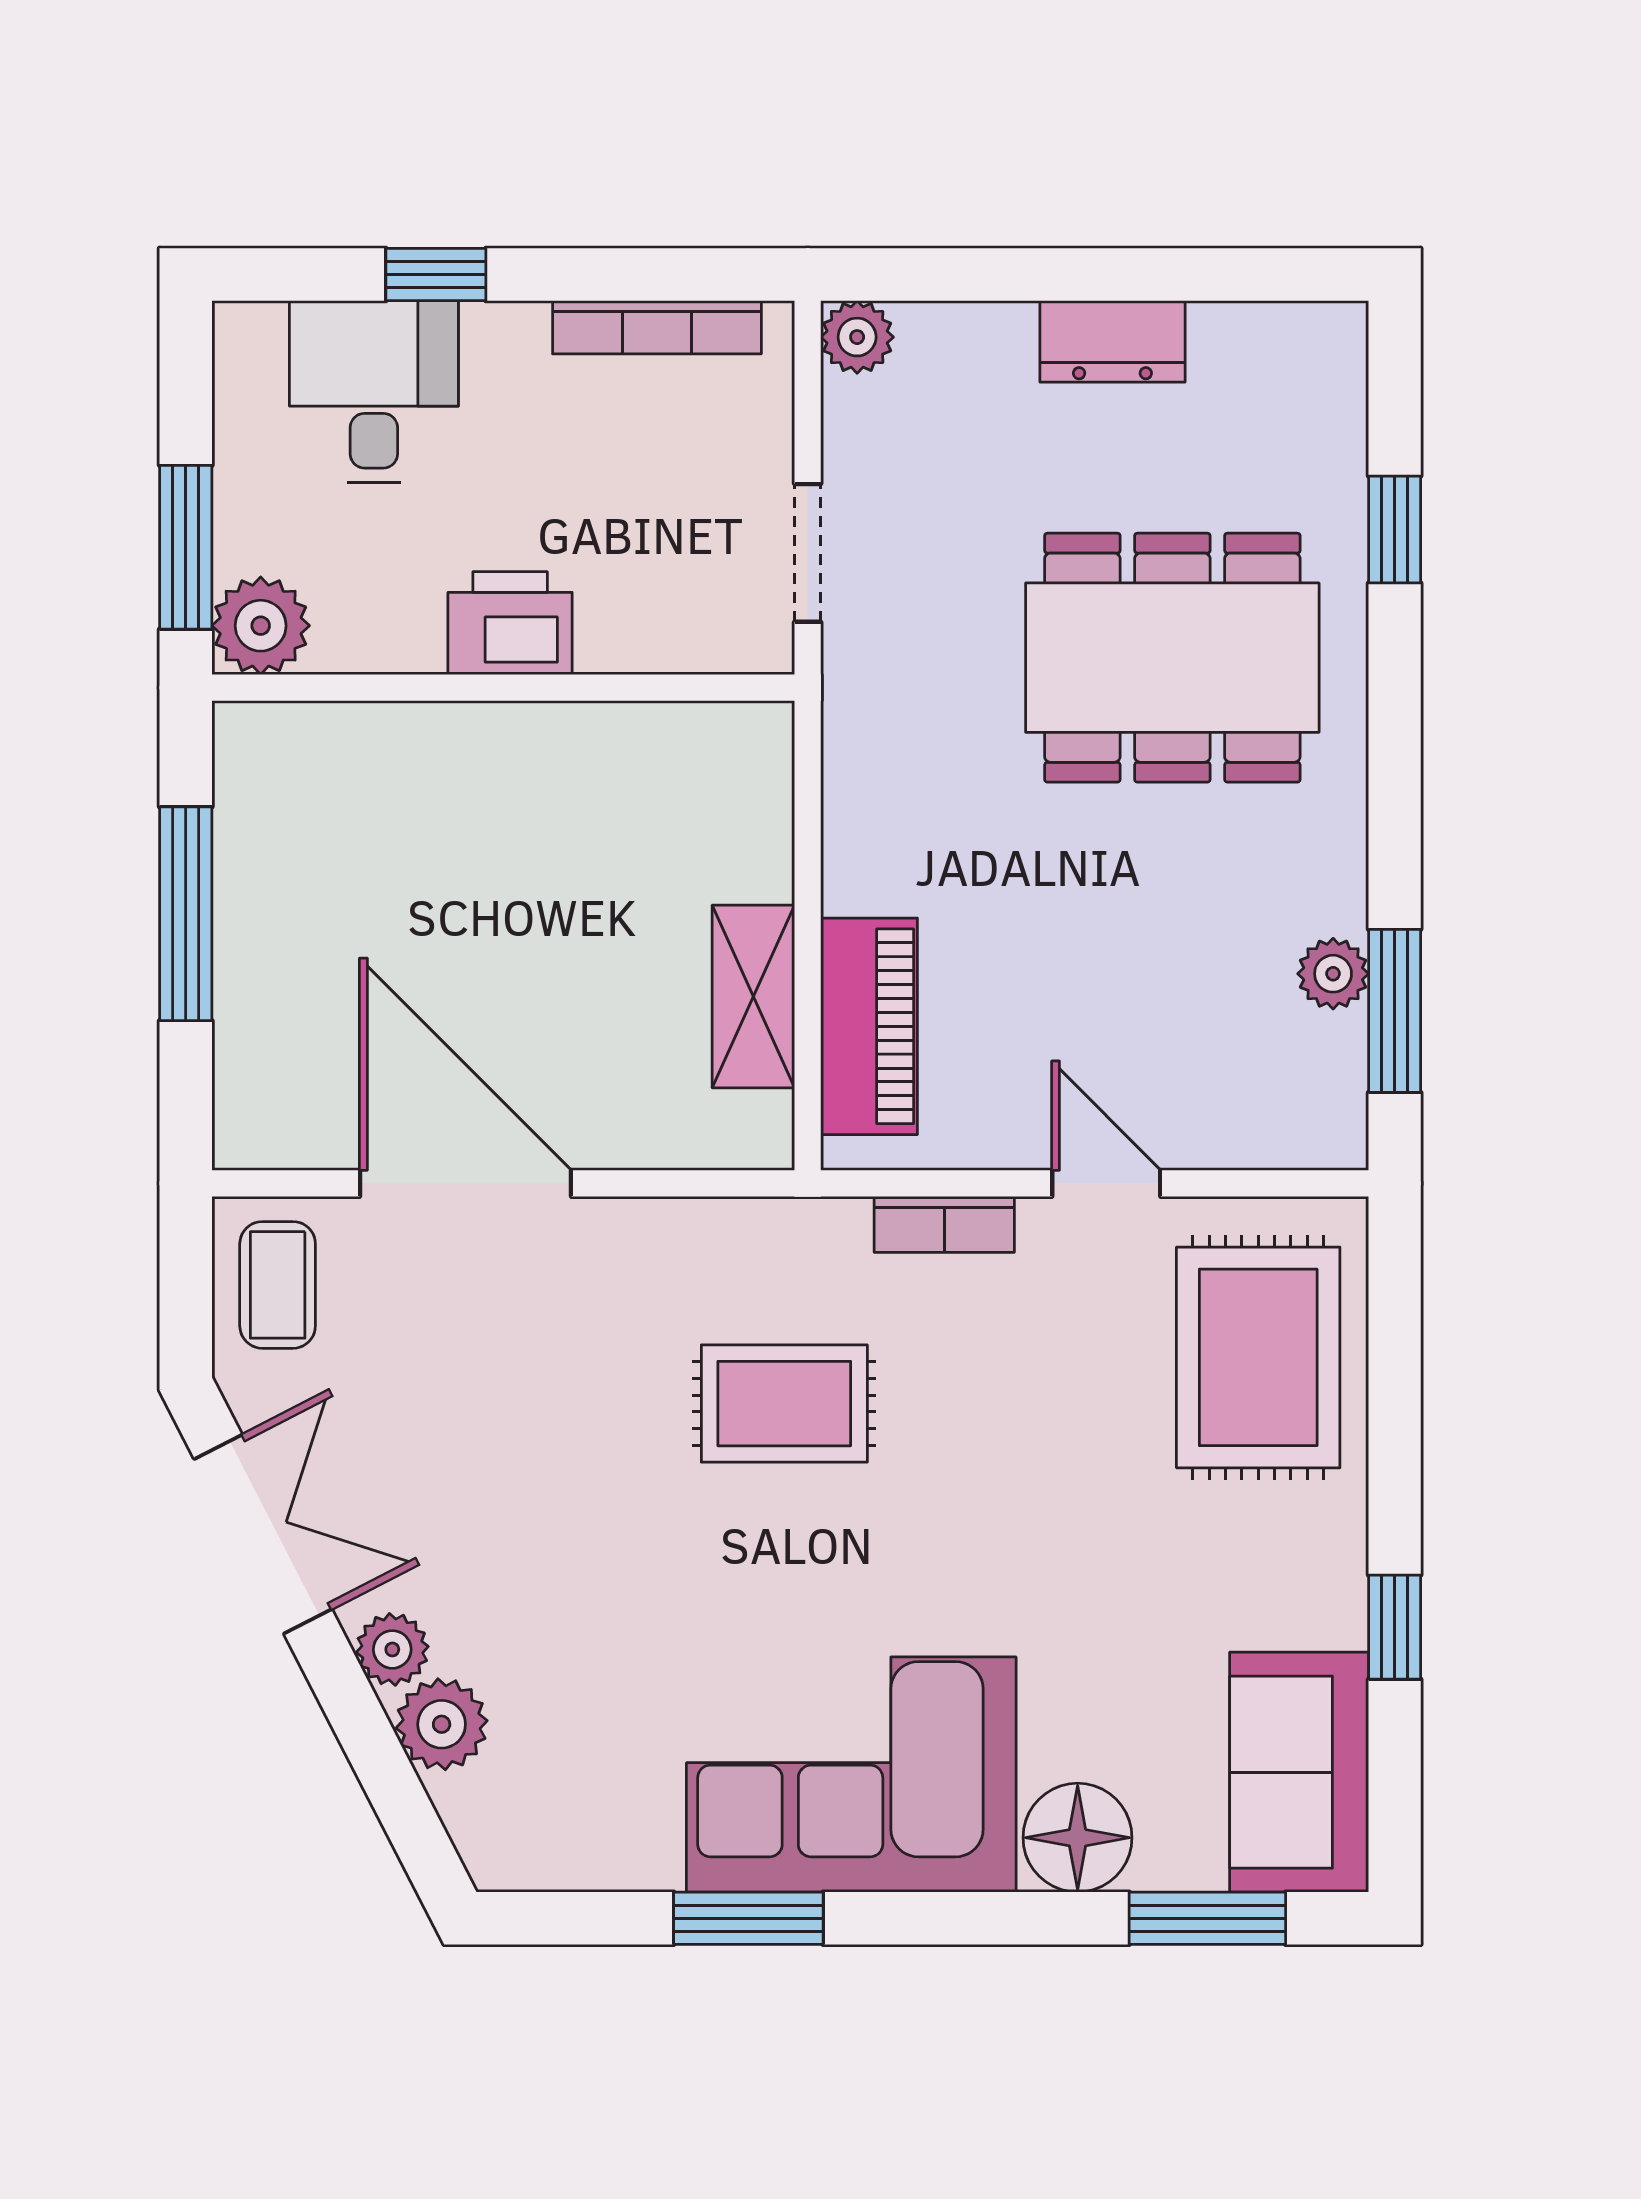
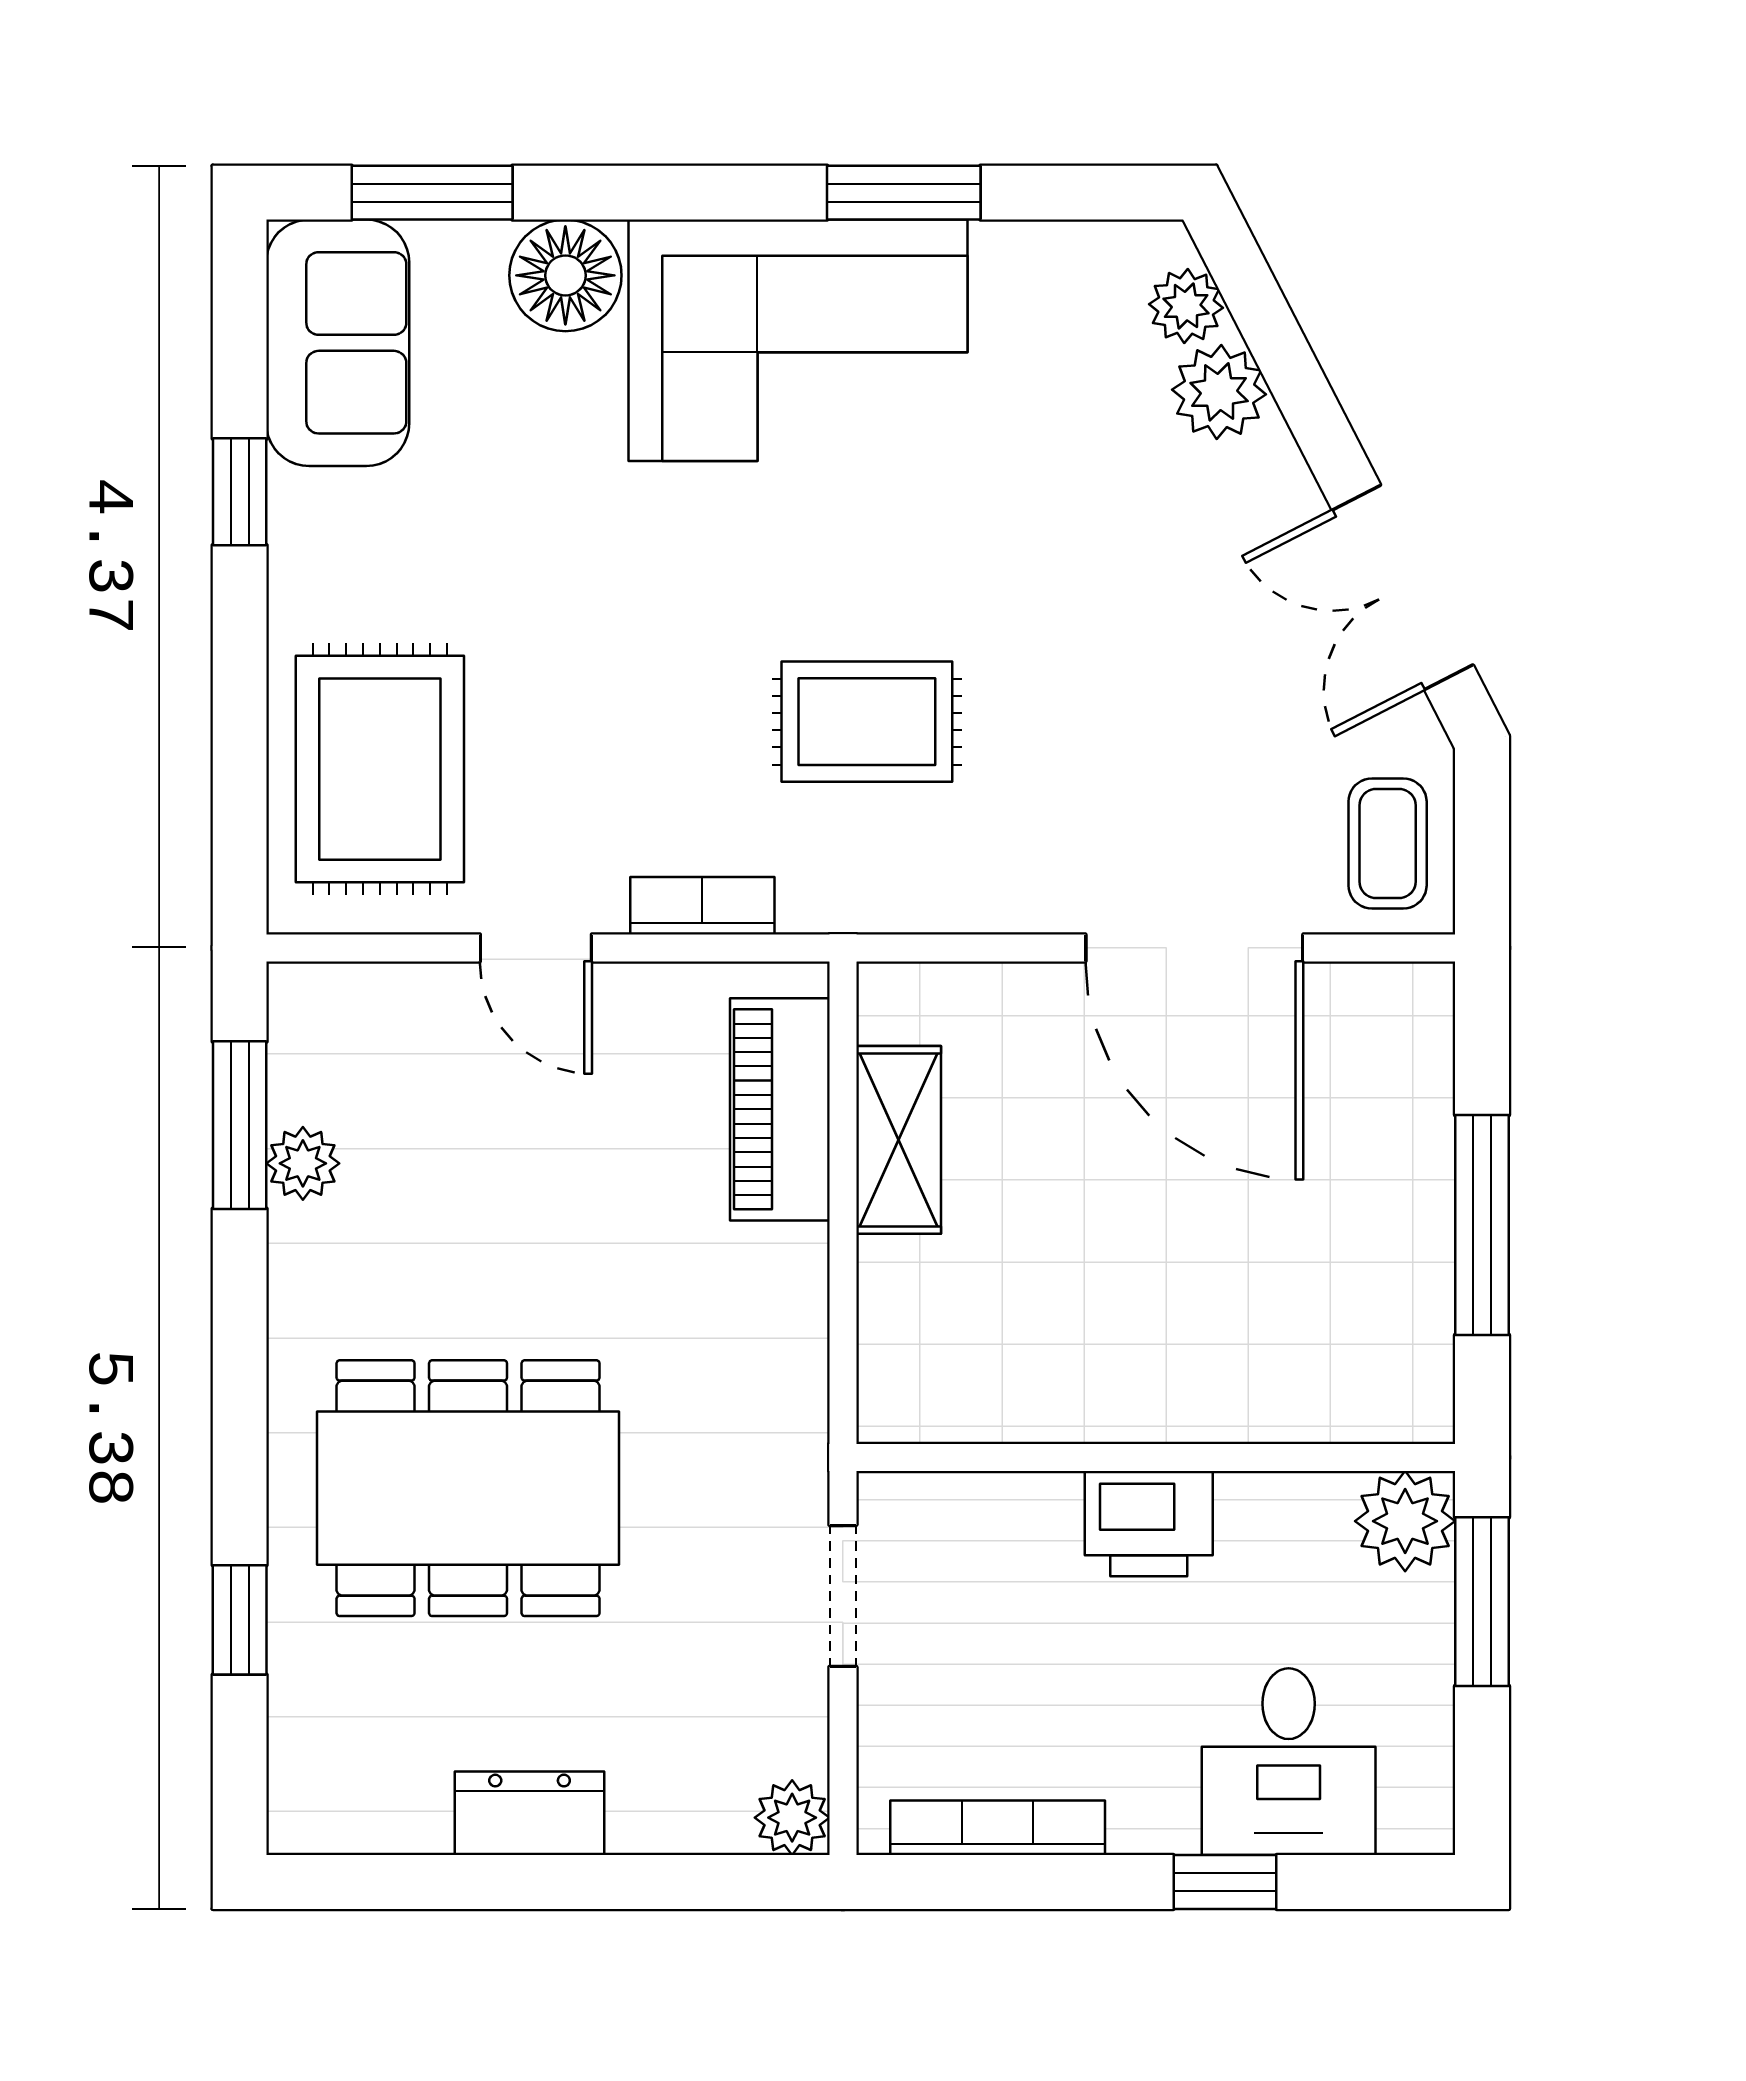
plant: (392, 1649) -> (1186, 306), moved

